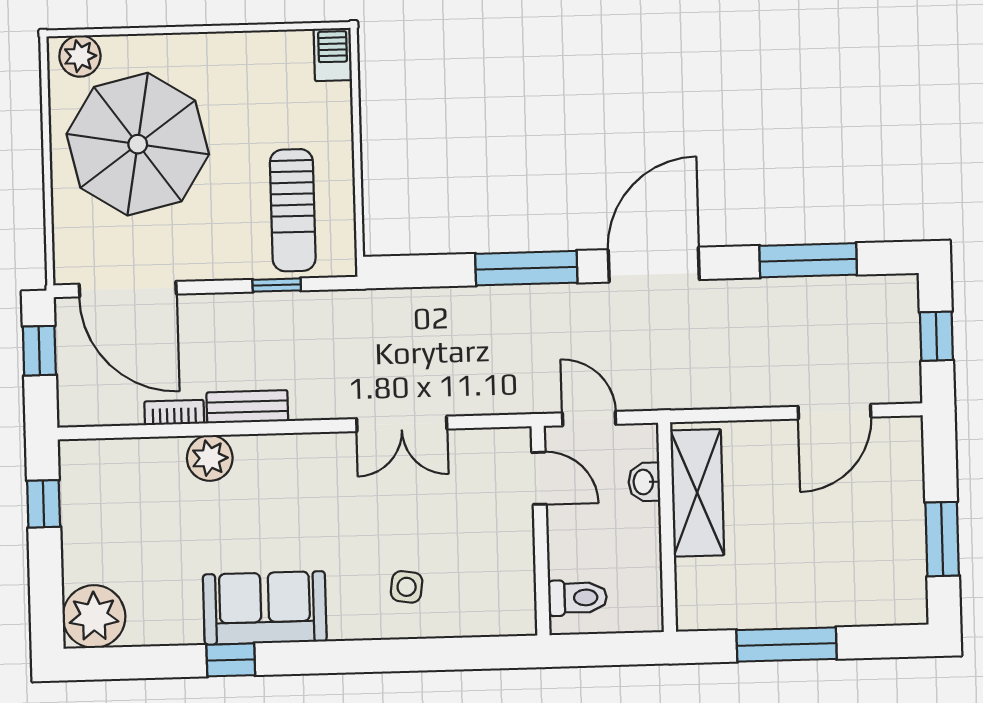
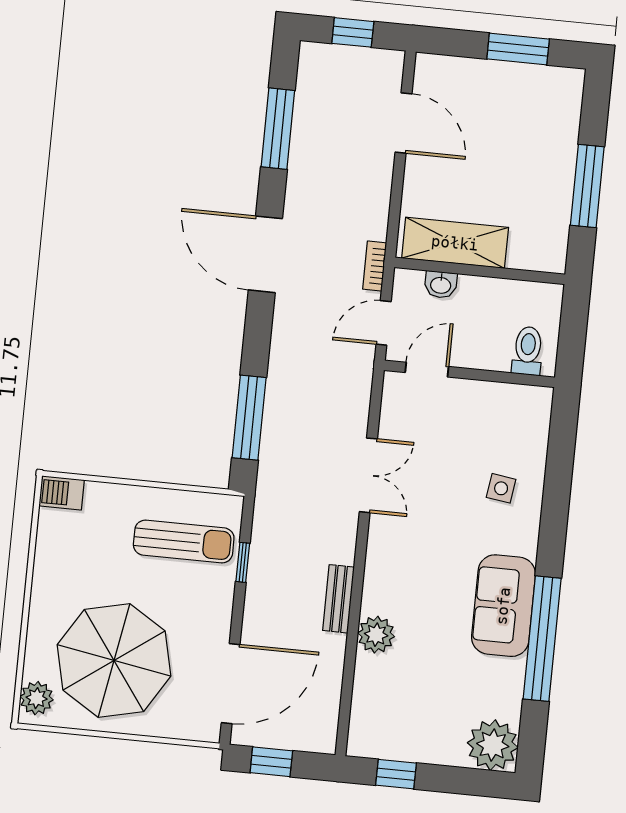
window: (526, 268) -> (249, 418), moved
bookcase: (174, 412) -> (375, 266), moved
window: (231, 660) -> (542, 639), width x3.17

